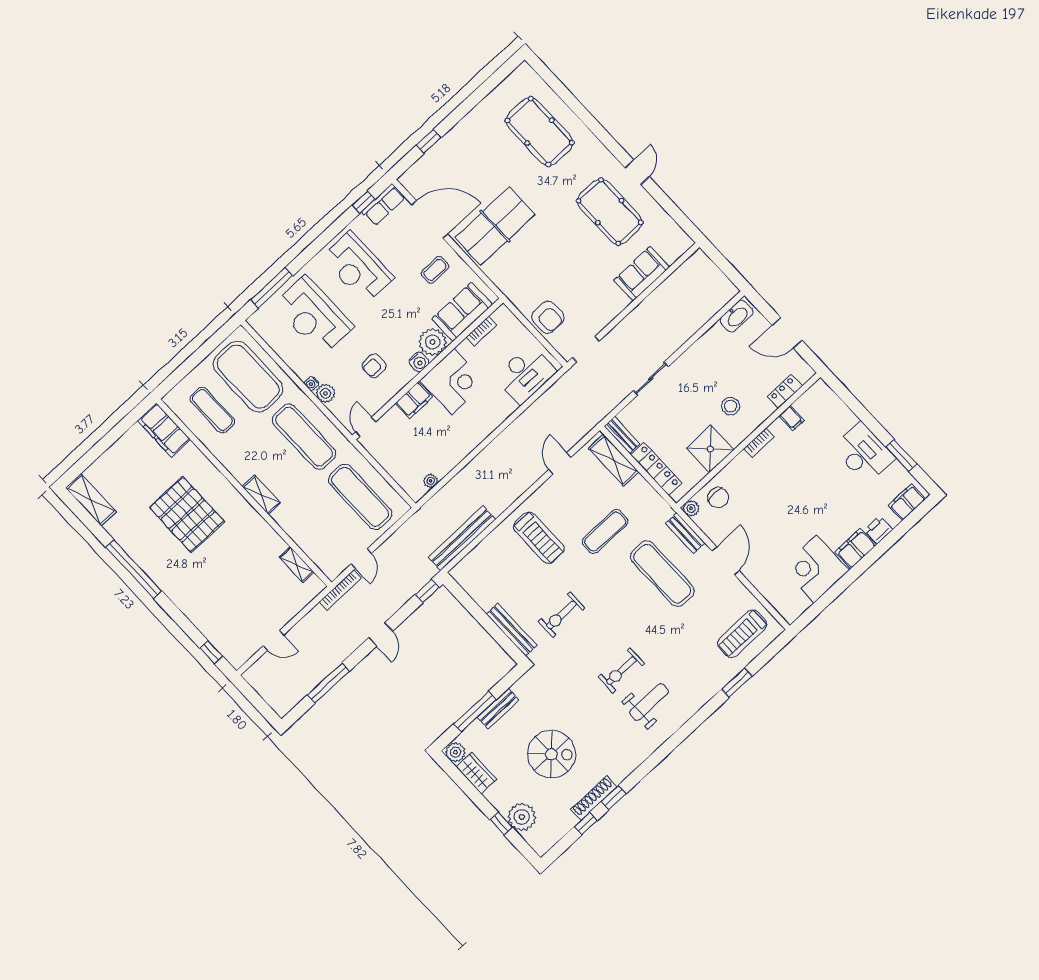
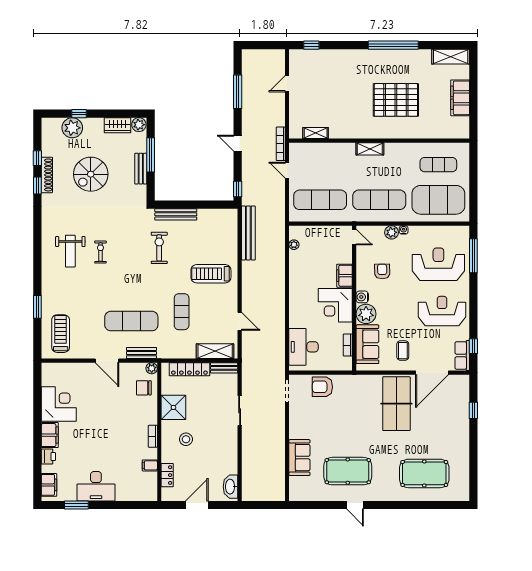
filing cabinet: (164, 430) -> (460, 98), moved, turned -90
exercise bike: (621, 671) -> (100, 252), width x0.73, depth x0.72

